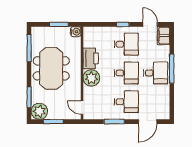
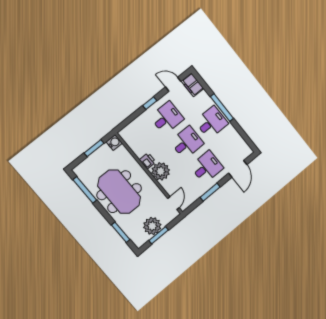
printer: (91, 58) -> (148, 161), width x0.53, depth x0.68
door: (82, 108) -> (173, 203), swing flipped
plant: (39, 111) -> (152, 226), moved

